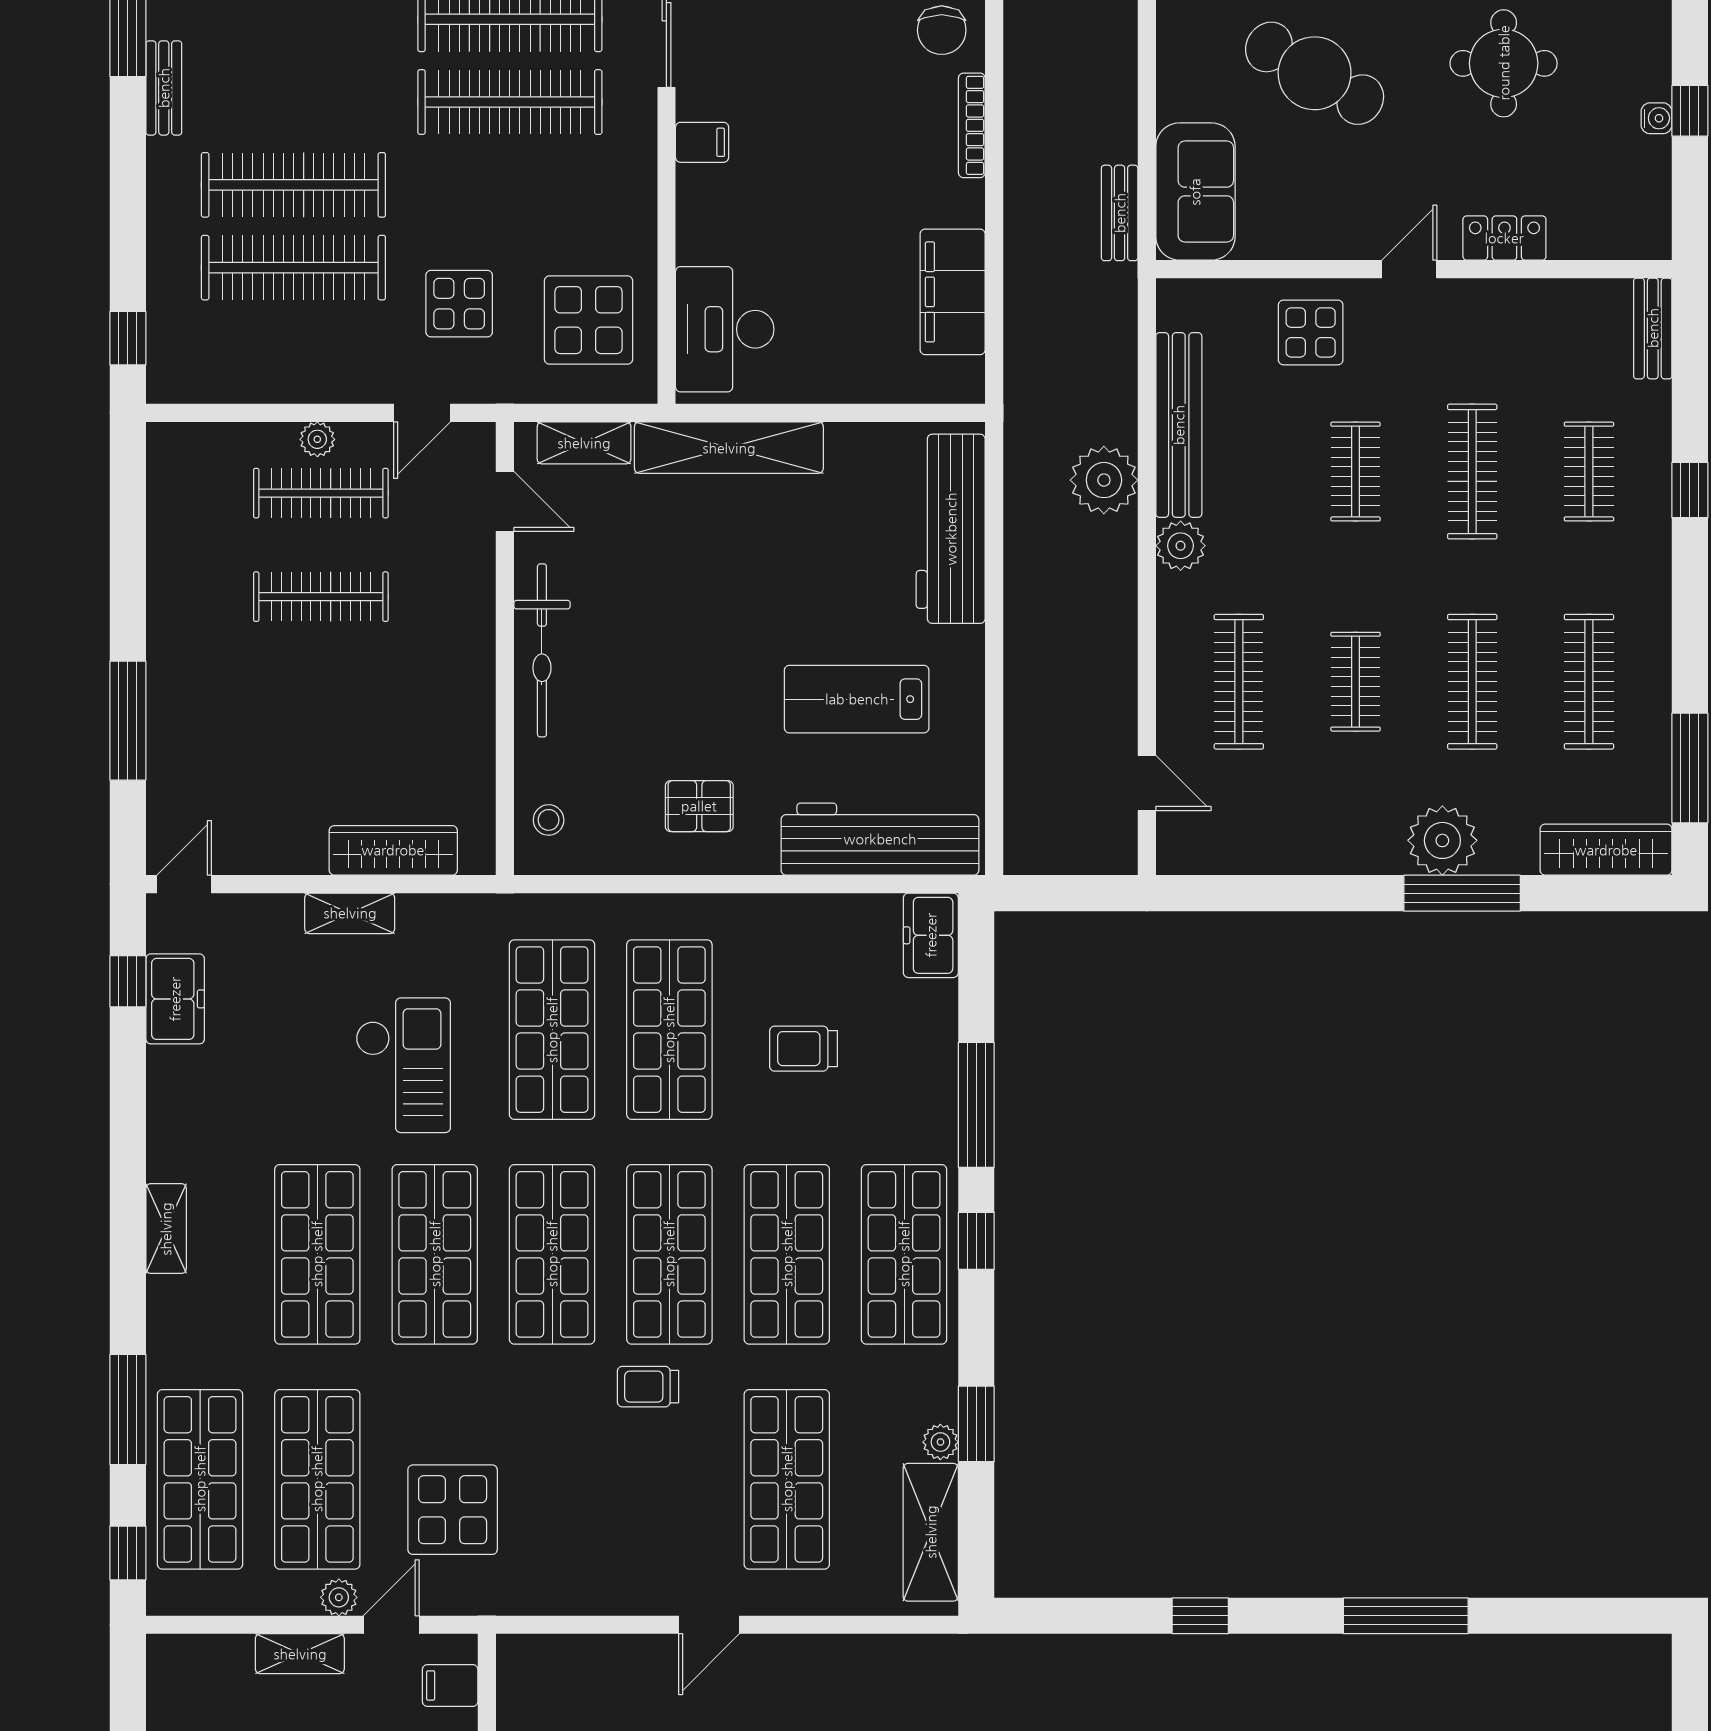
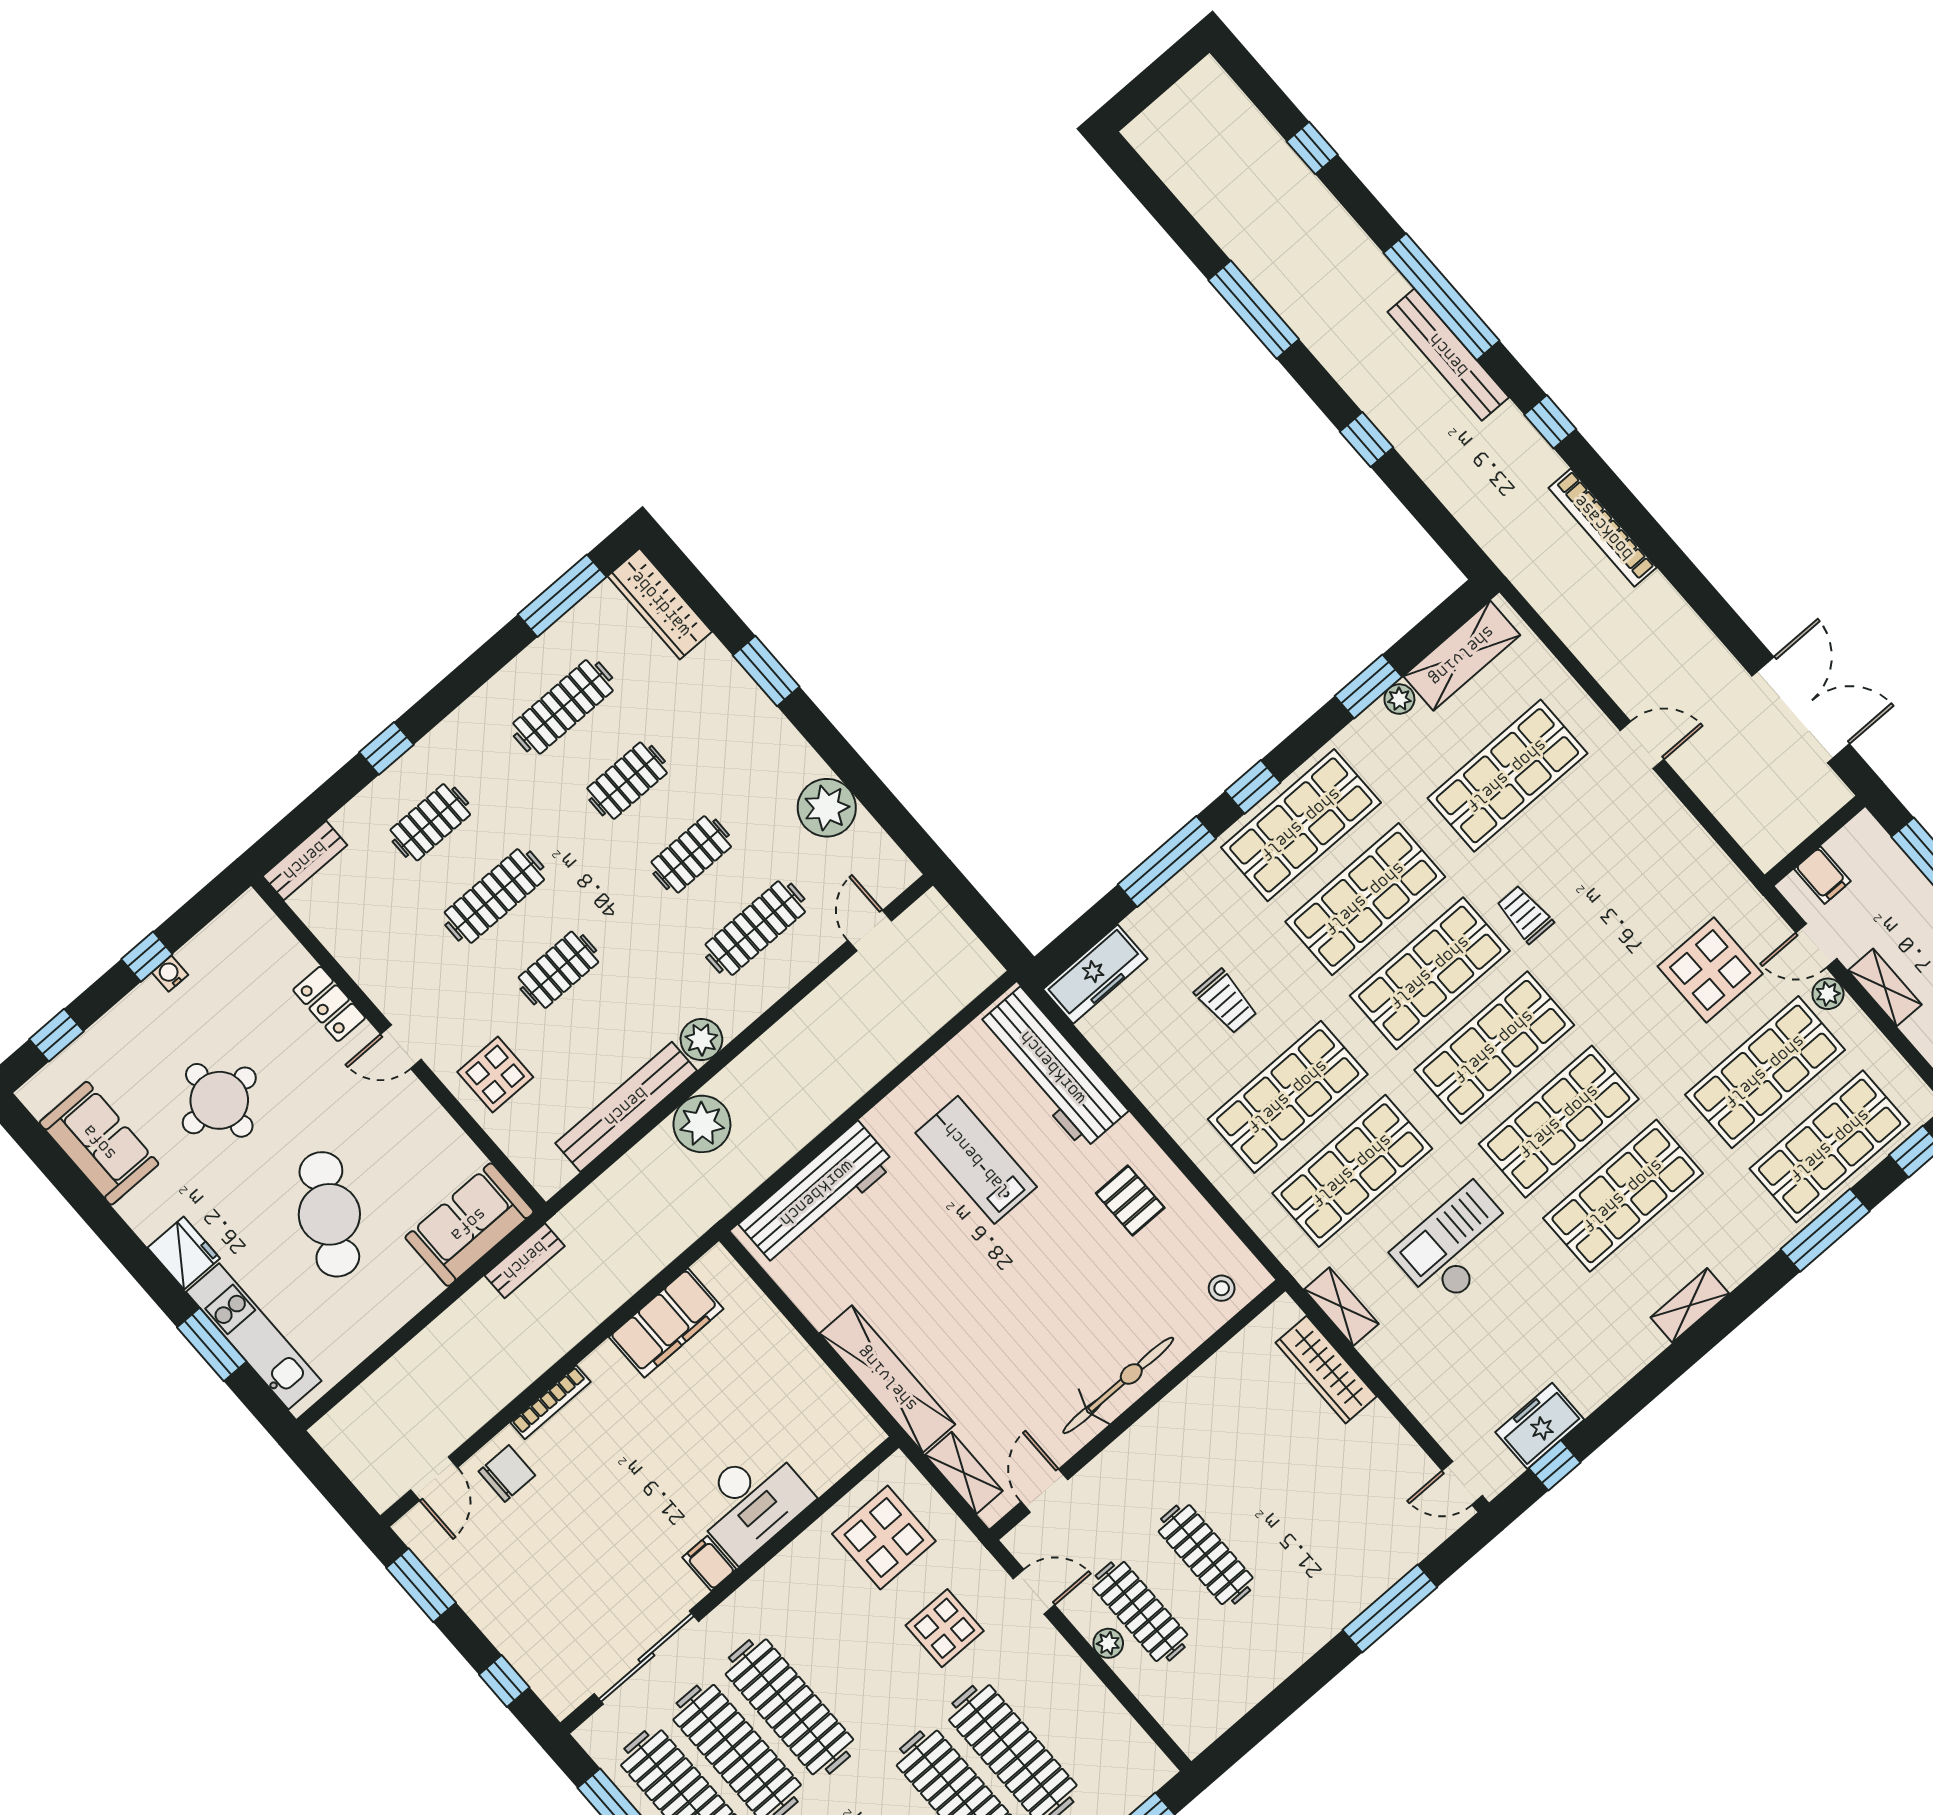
desk: (725, 329) -> (751, 1502), moved
clothes rail: (1472, 682) -> (627, 781), width x0.73
lab bench: (857, 699) -> (976, 1160), turned 180
plant: (1442, 840) -> (827, 808), moved
window: (1462, 893) -> (766, 671), width x0.69
shelving: (350, 913) -> (1341, 1307), moved
freezer: (931, 935) -> (1095, 974), width x1.40
trolley: (648, 1387) -> (1525, 914), turned 180

